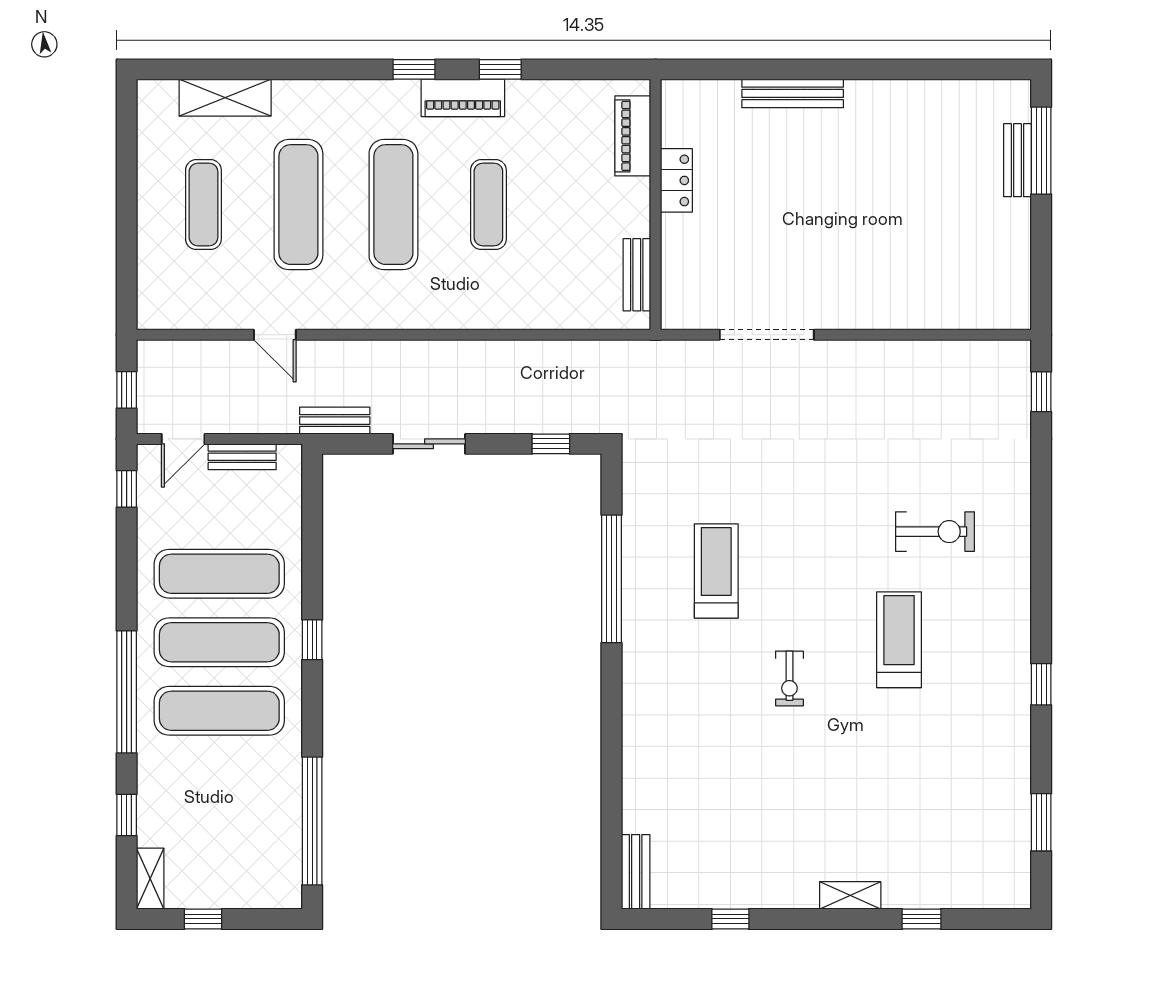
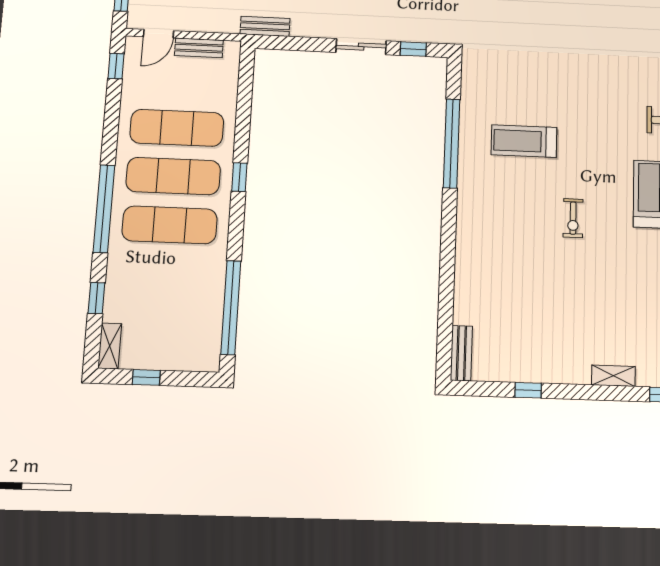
sliding door: (429, 444) -> (361, 47), moved
treadmill: (716, 571) -> (524, 141), turned -90

